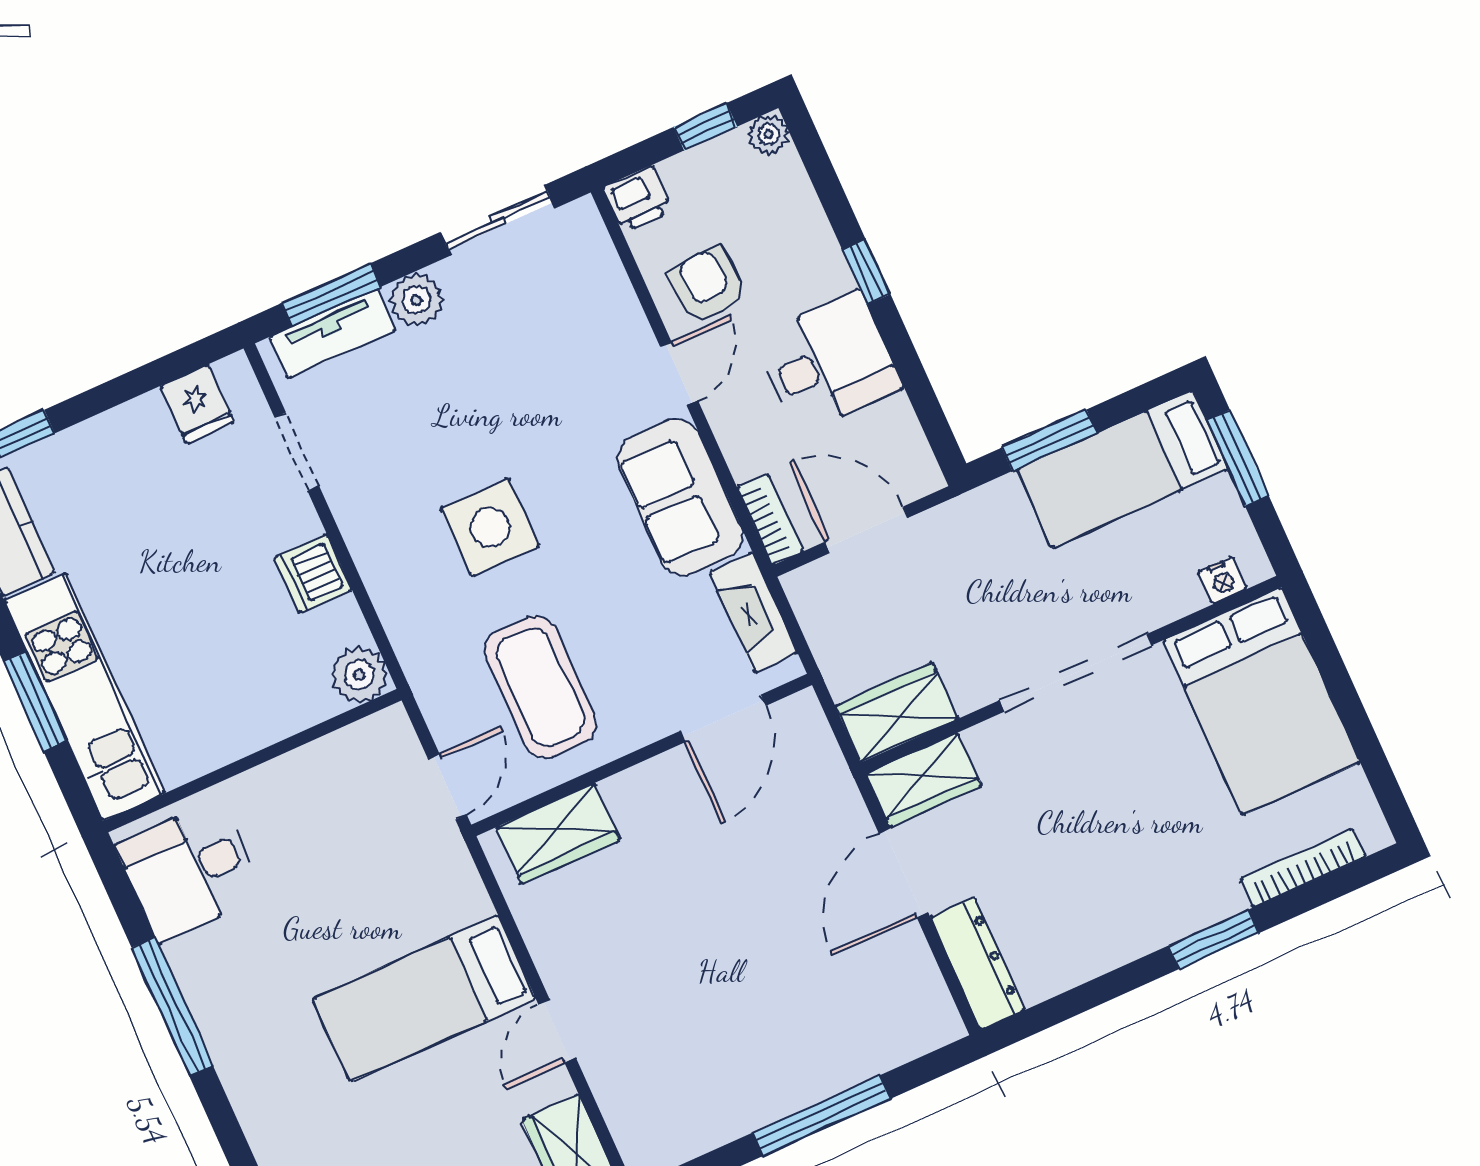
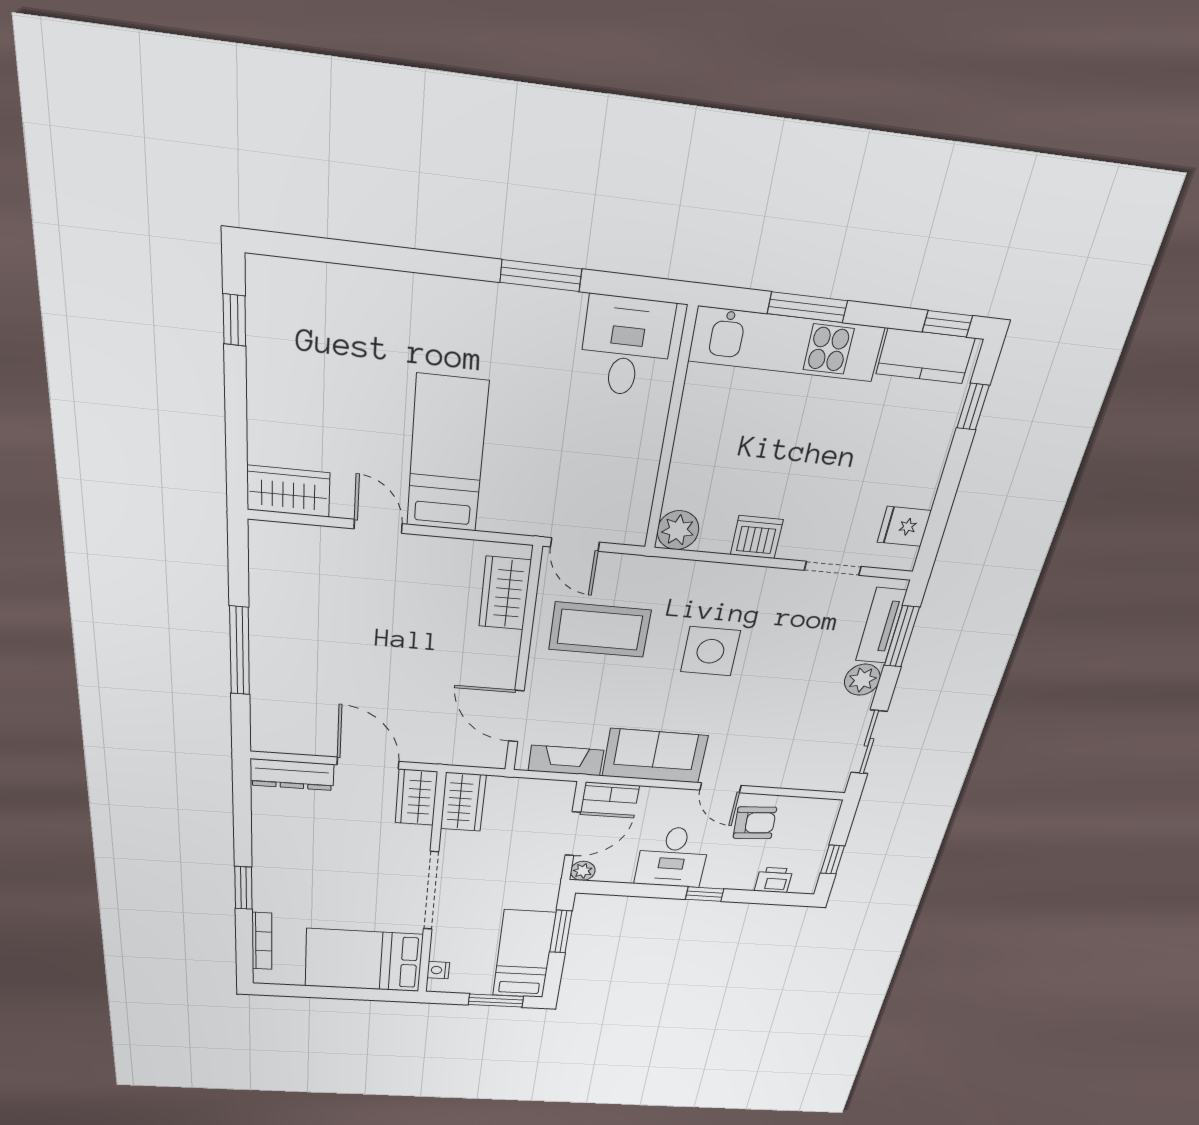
plant: (769, 134) -> (583, 871), moved
printer: (638, 199) -> (774, 880), moved, turned 90
window: (172, 1007) -> (541, 276), width x0.69

